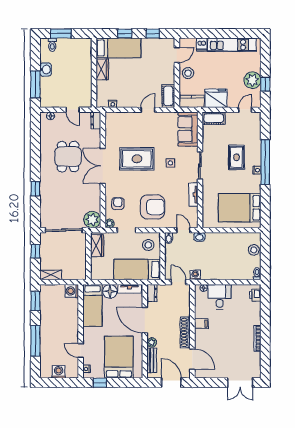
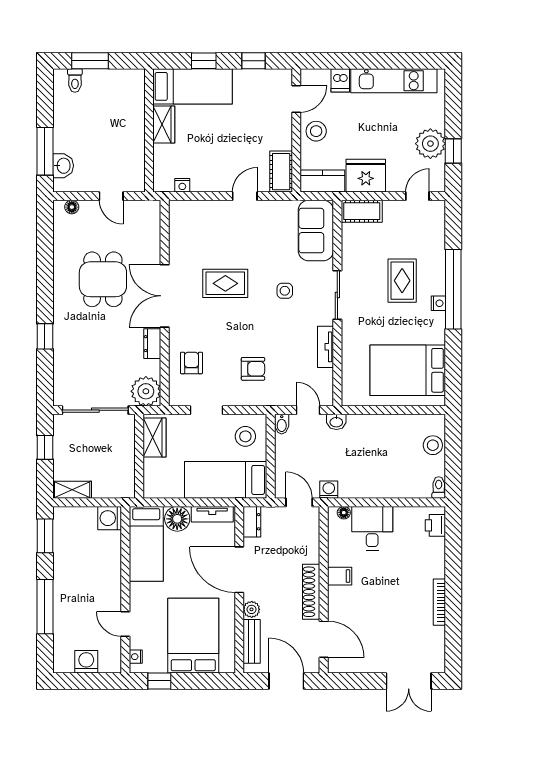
washbasin: (46, 70) -> (63, 166), moved
dresser: (96, 120) -> (152, 344), moved
rug: (137, 159) -> (225, 283), width x0.73, depth x0.70
armchair: (153, 207) -> (253, 369), width x0.53, depth x0.53
plant: (110, 223) -> (177, 398), removed

